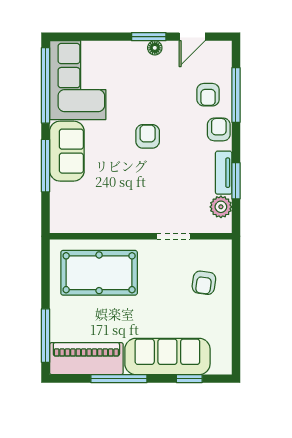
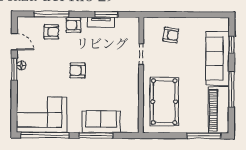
sofa: (67, 151) -> (101, 122), moved
plant: (221, 207) -> (123, 24), removed

